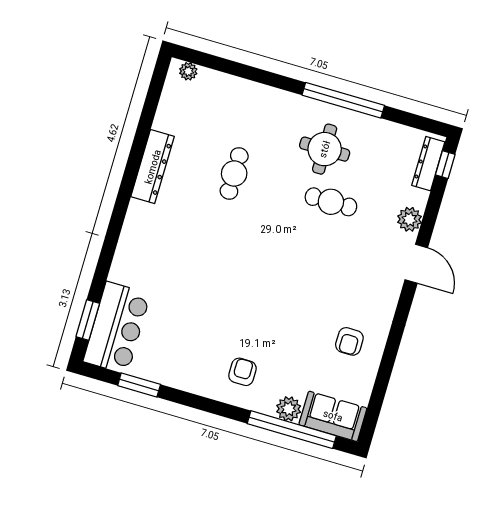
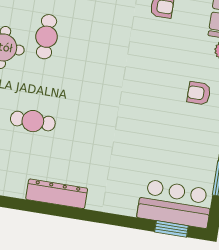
dresser: (153, 167) -> (57, 194), moved

